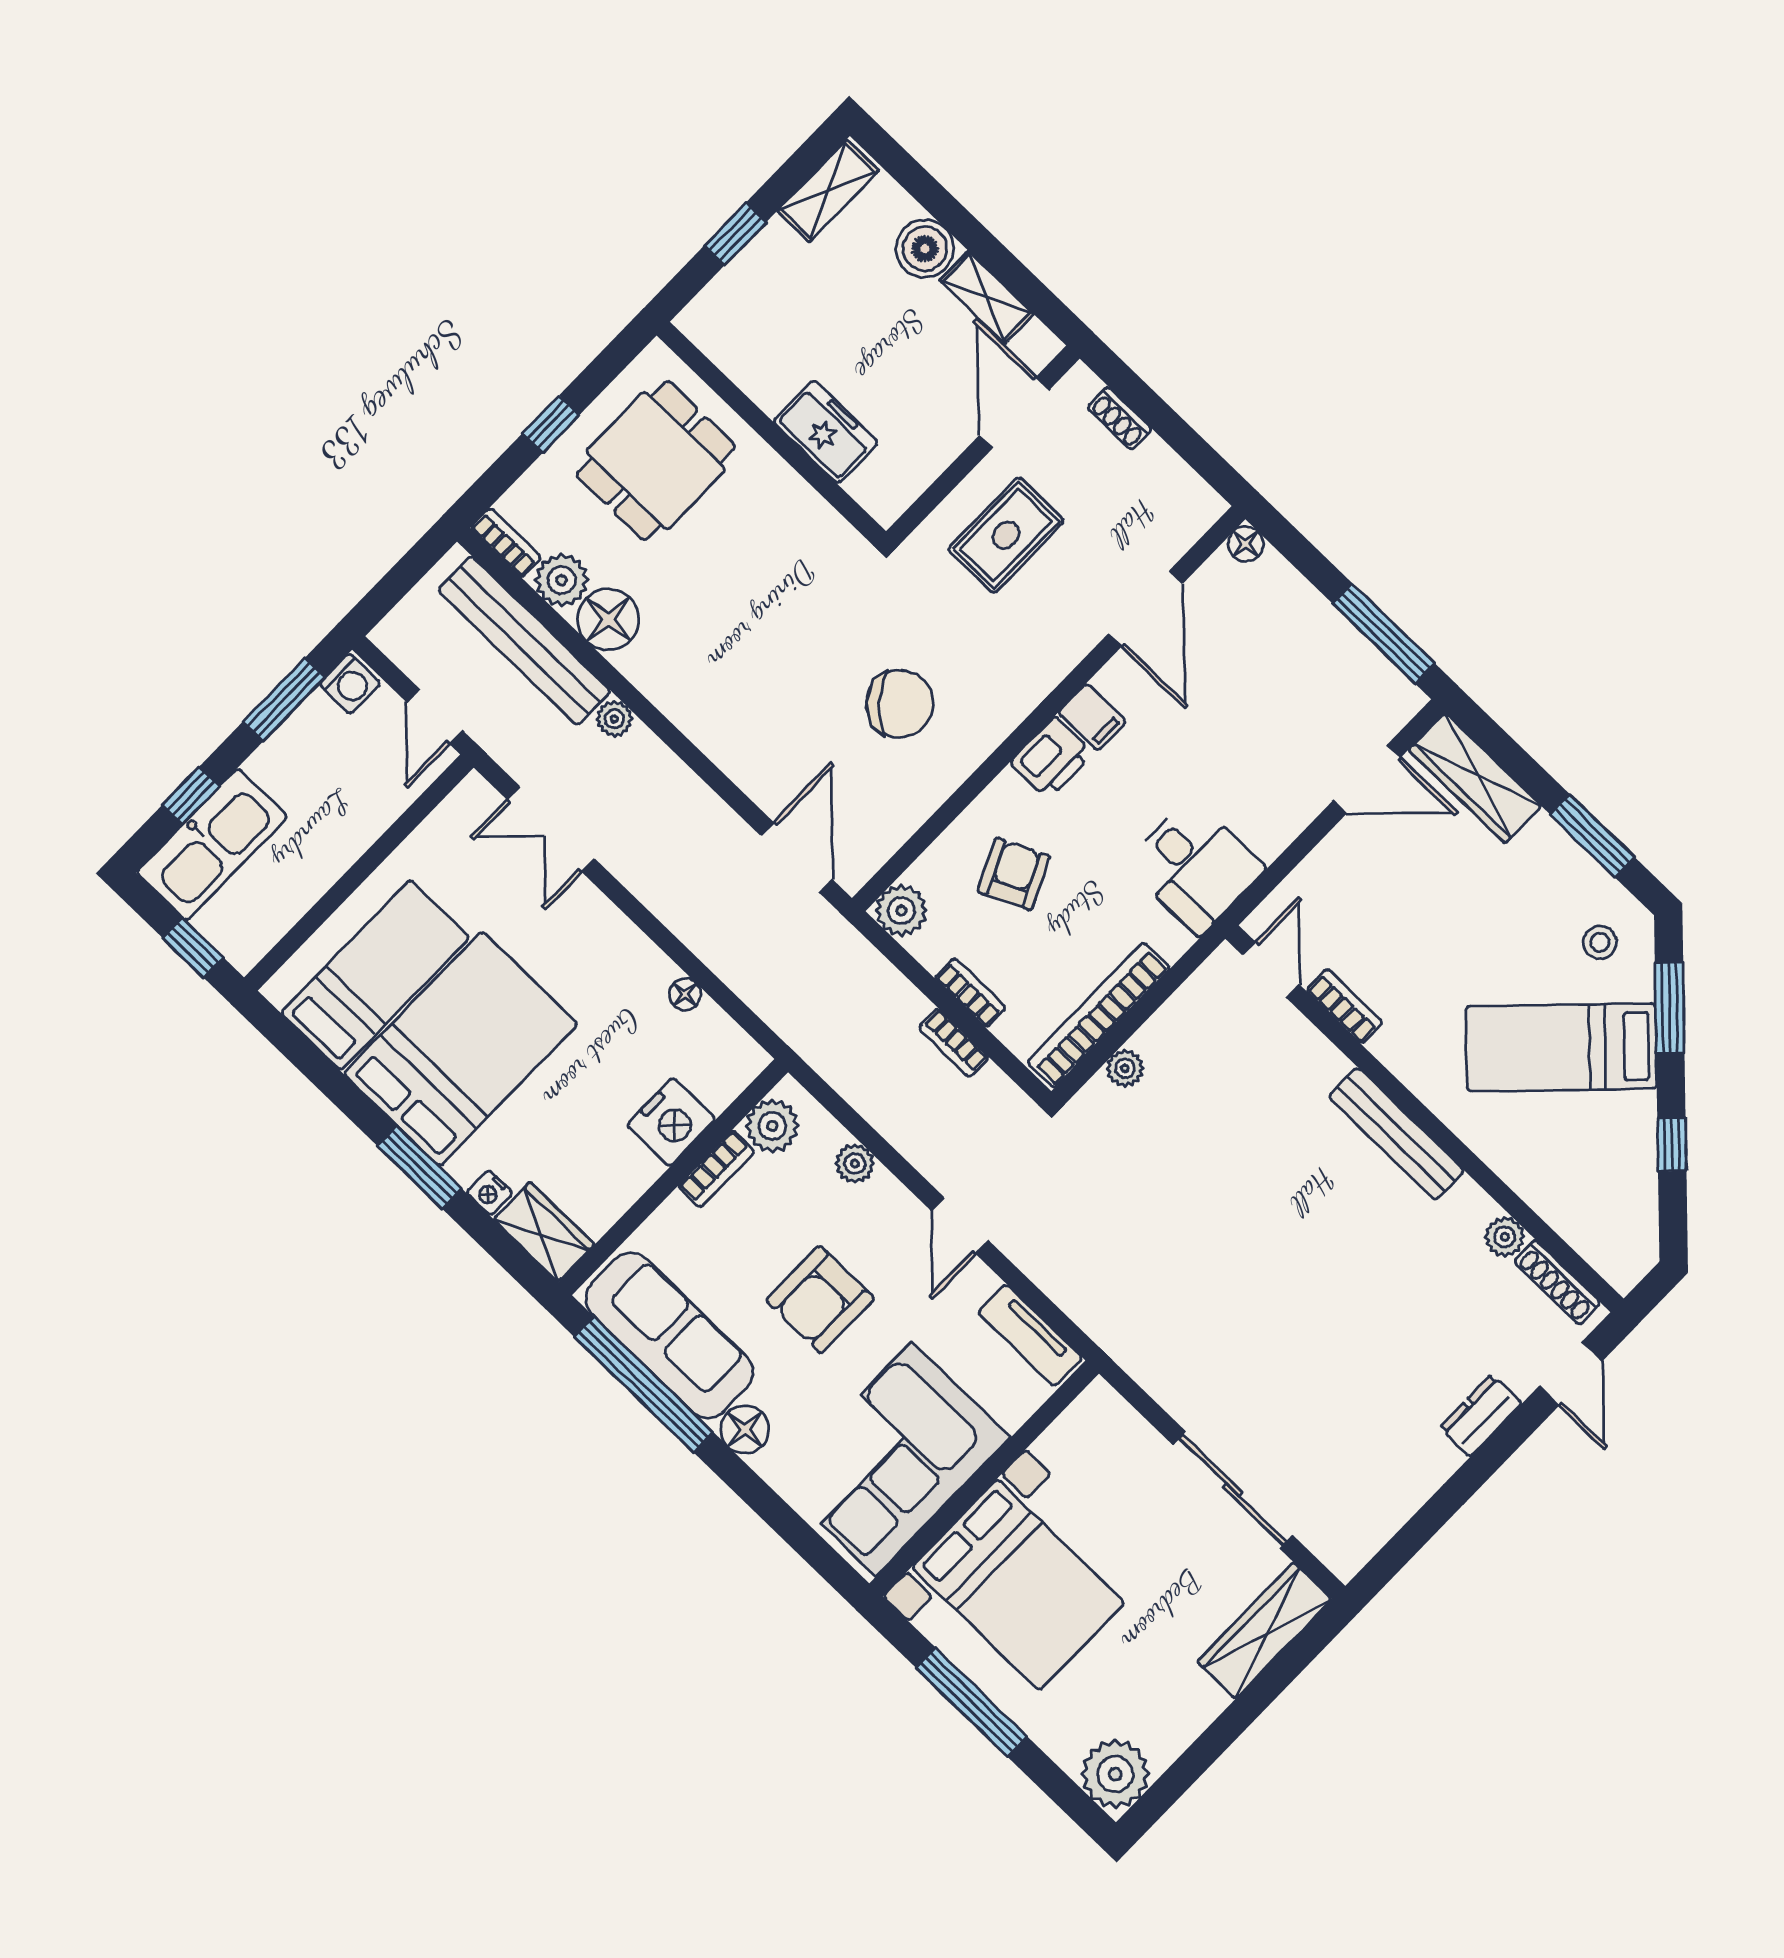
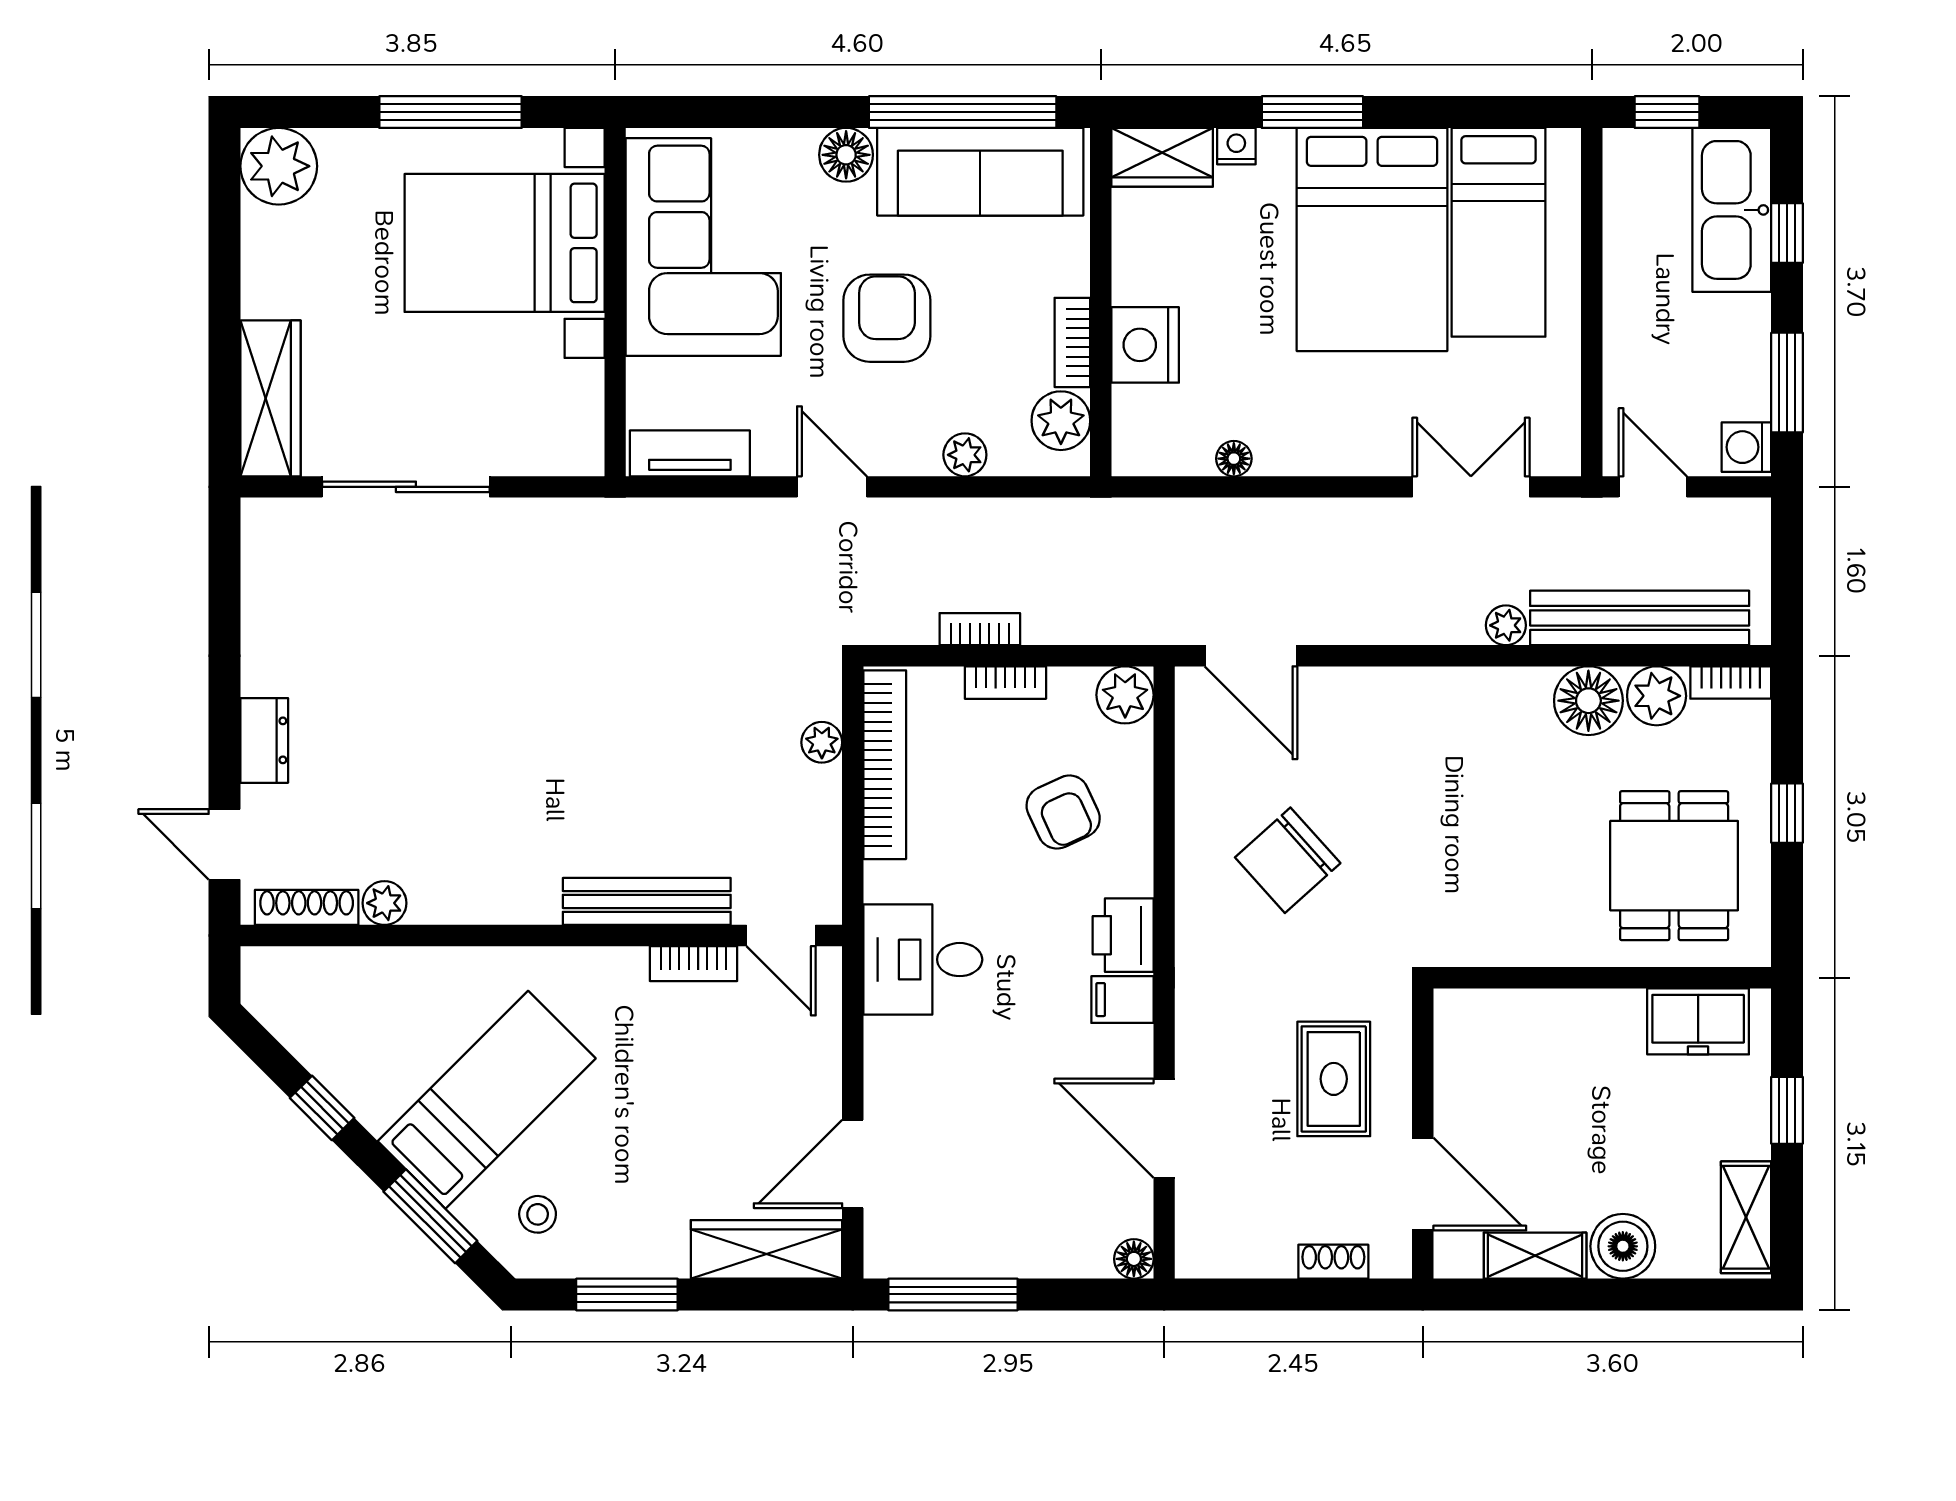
freezer: (826, 432) -> (1698, 1021), moved
bench: (1396, 1134) -> (647, 901), moved

